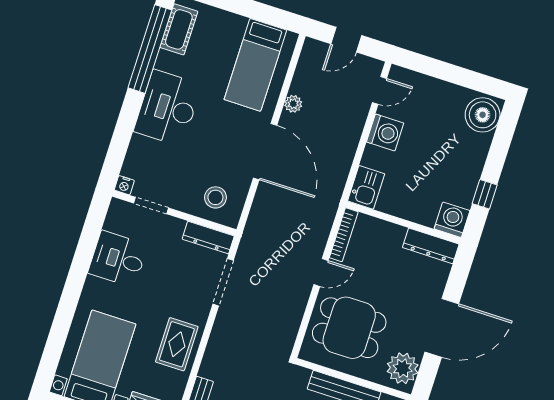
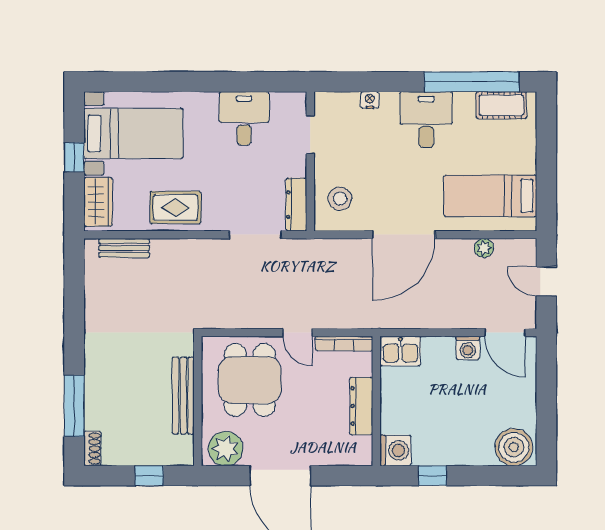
door: (379, 90) -> (505, 333), width x1.38
plant: (293, 104) -> (484, 248), moved
desk: (168, 108) -> (426, 120), width x0.73
washing machine: (385, 133) -> (468, 348), width x0.73, depth x0.73
nightstand: (124, 185) -> (370, 100), moved, turned 90
dresser: (431, 246) -> (361, 406), moved

